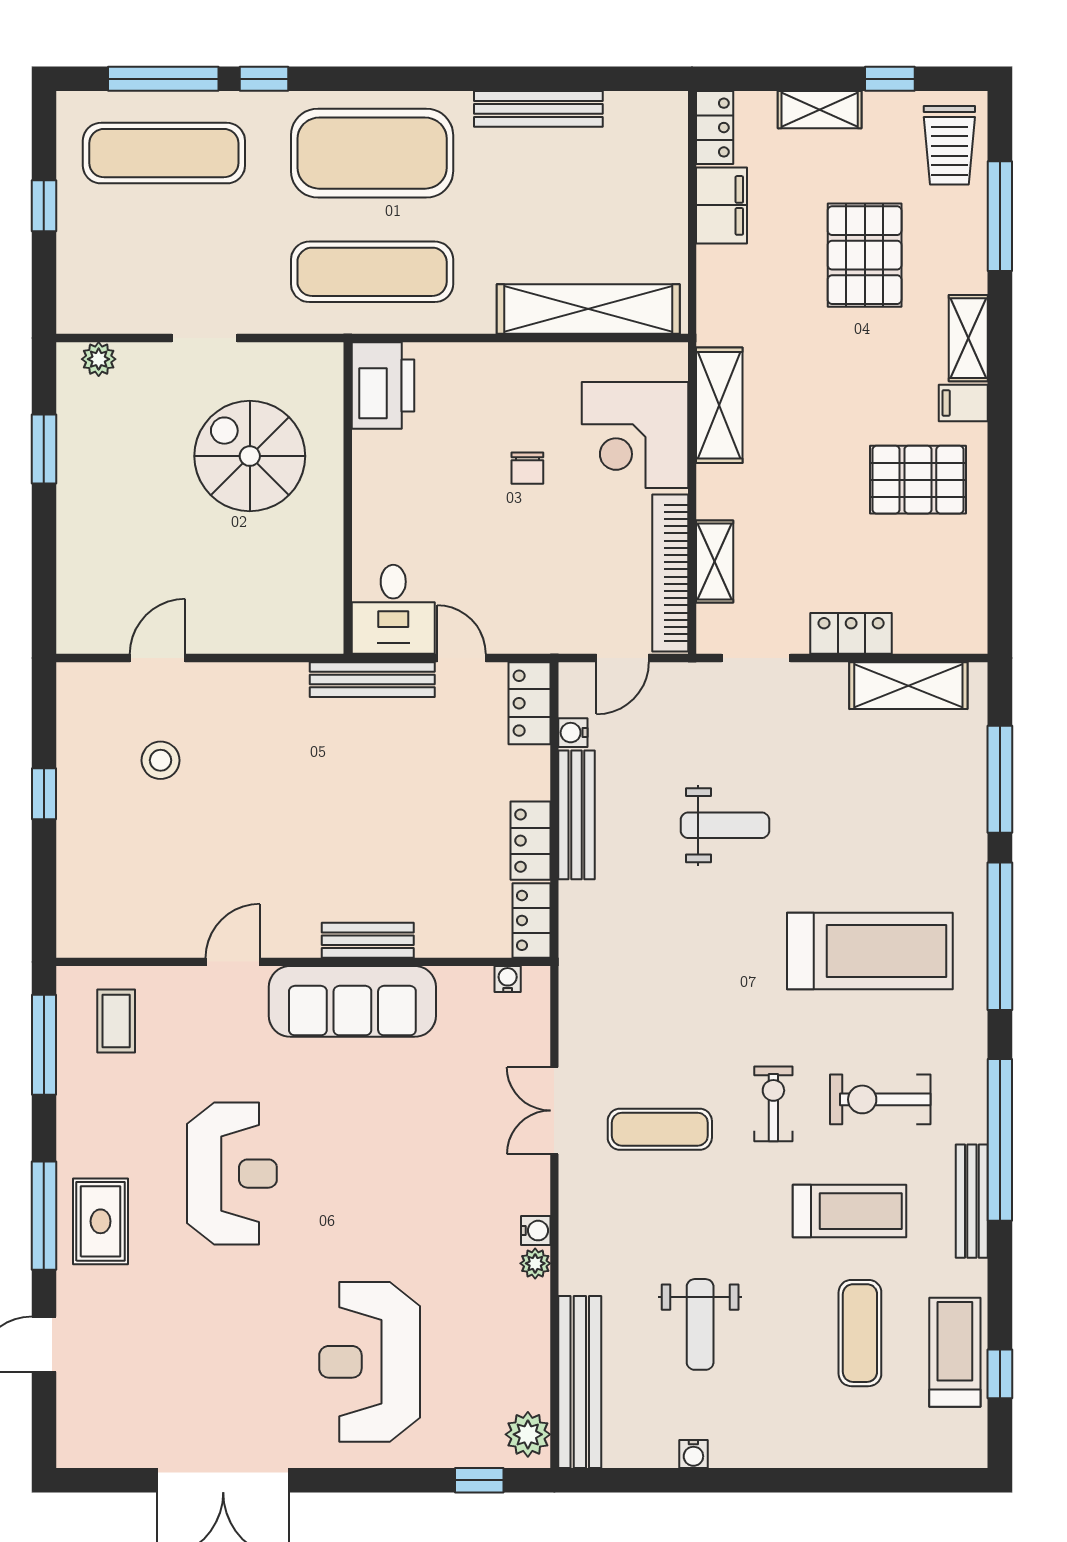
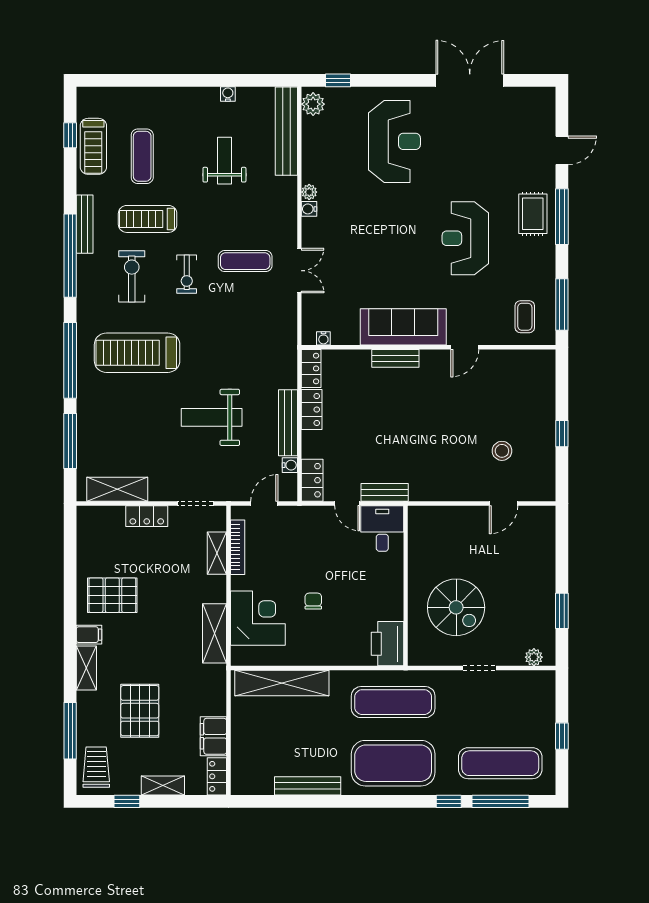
bookcase: (670, 573) -> (238, 547), width x0.68, depth x0.76
bench: (372, 680) -> (385, 492), width x0.73
weight bench: (725, 825) -> (212, 417), width x1.36, depth x1.33
exercise bike: (880, 1099) -> (132, 276), turned -90

